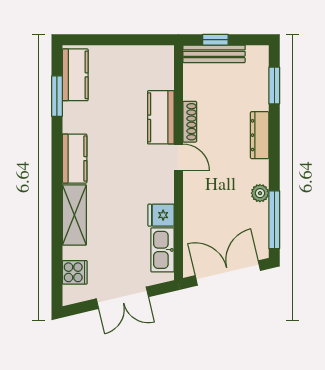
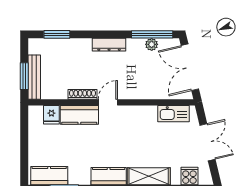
window: (215, 40) -> (24, 76), width x1.50
dresser: (260, 135) -> (109, 45), moved
plant: (260, 193) -> (152, 44), moved
fridge: (161, 215) -> (51, 115), moved

